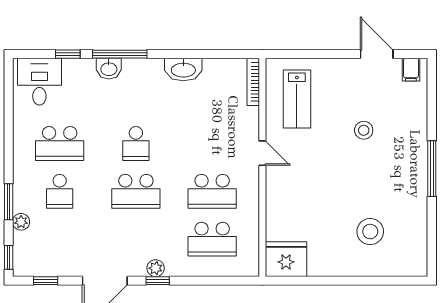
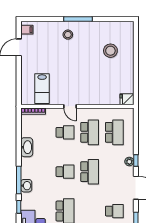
lab bench: (297, 99) -> (42, 89), turned 90
stool: (364, 130) -> (68, 35), moved
school desk: (212, 143) -> (65, 132), added
door: (262, 153) -> (70, 106), swing flipped
school desk: (60, 191) -> (114, 211), moved
fridge: (286, 259) -> (127, 99), width x0.53, depth x0.75

